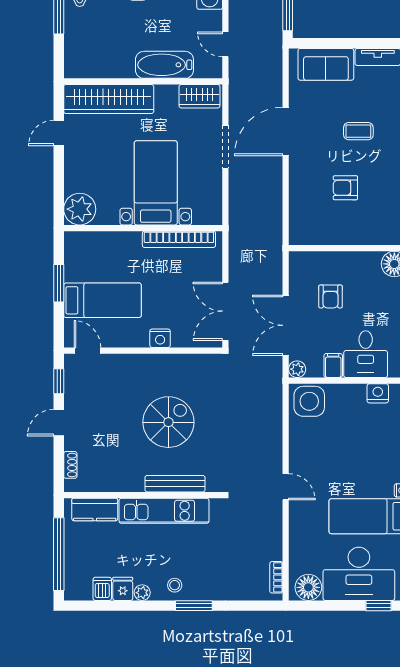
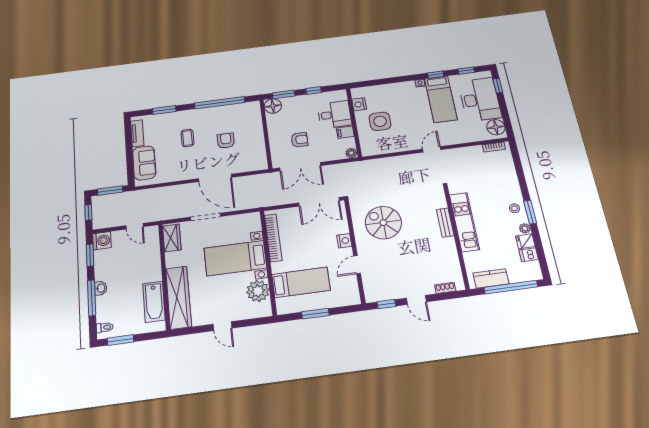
door: (225, 44) -> (135, 226), hinge flipped
bathtub: (164, 65) -> (154, 302), moved
door: (286, 131) -> (215, 178), moved
door: (59, 133) -> (222, 326), moved
armchair: (345, 188) -> (226, 141), turned 180
plant: (80, 209) -> (258, 291), moved
bed: (102, 300) -> (301, 282), moved, turned 90
double door: (286, 325) -> (300, 167), moved
door: (87, 351) -> (357, 265), moved
side table: (309, 401) -> (380, 121), moved
spiral stairs: (168, 422) -> (383, 223), moved
bench: (175, 484) -> (445, 223), width x0.73
kitchen counter: (95, 510) -> (491, 278), moved, turned -90
window: (194, 606) -> (530, 212), moved

